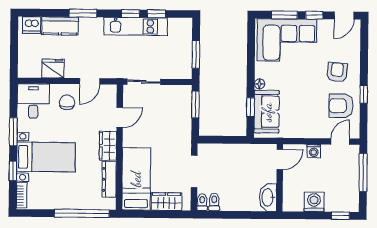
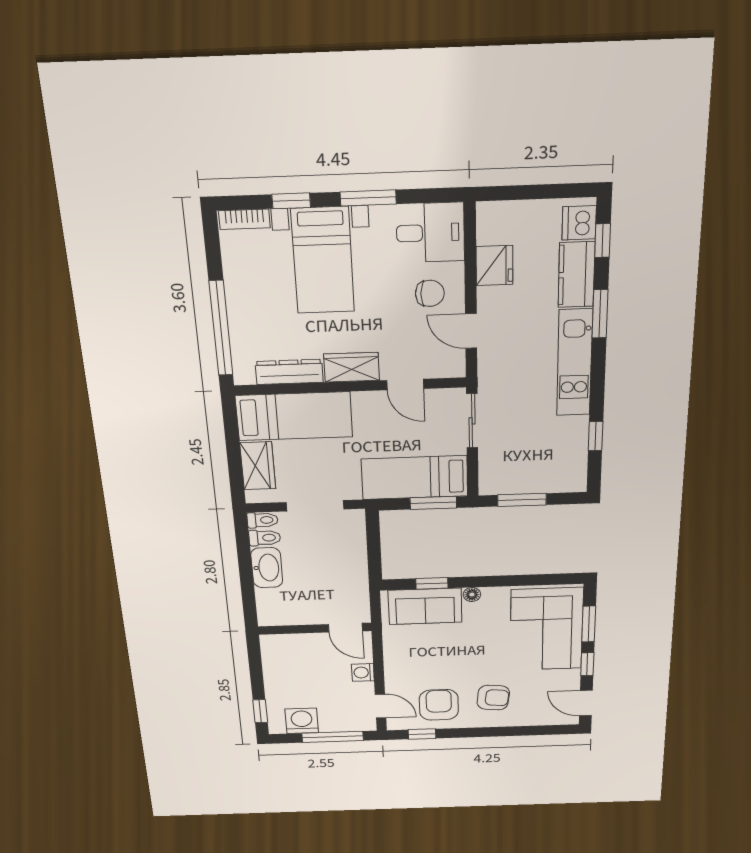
window: (130, 14) -> (603, 241), moved
kitchen unit: (136, 26) -> (574, 363), moved
window: (364, 95) -> (422, 734), moved
bed: (178, 115) -> (415, 478), added
washbasin: (268, 197) -> (267, 568), moved, turned 90
washing machine: (314, 202) -> (302, 721), moved, turned -90

